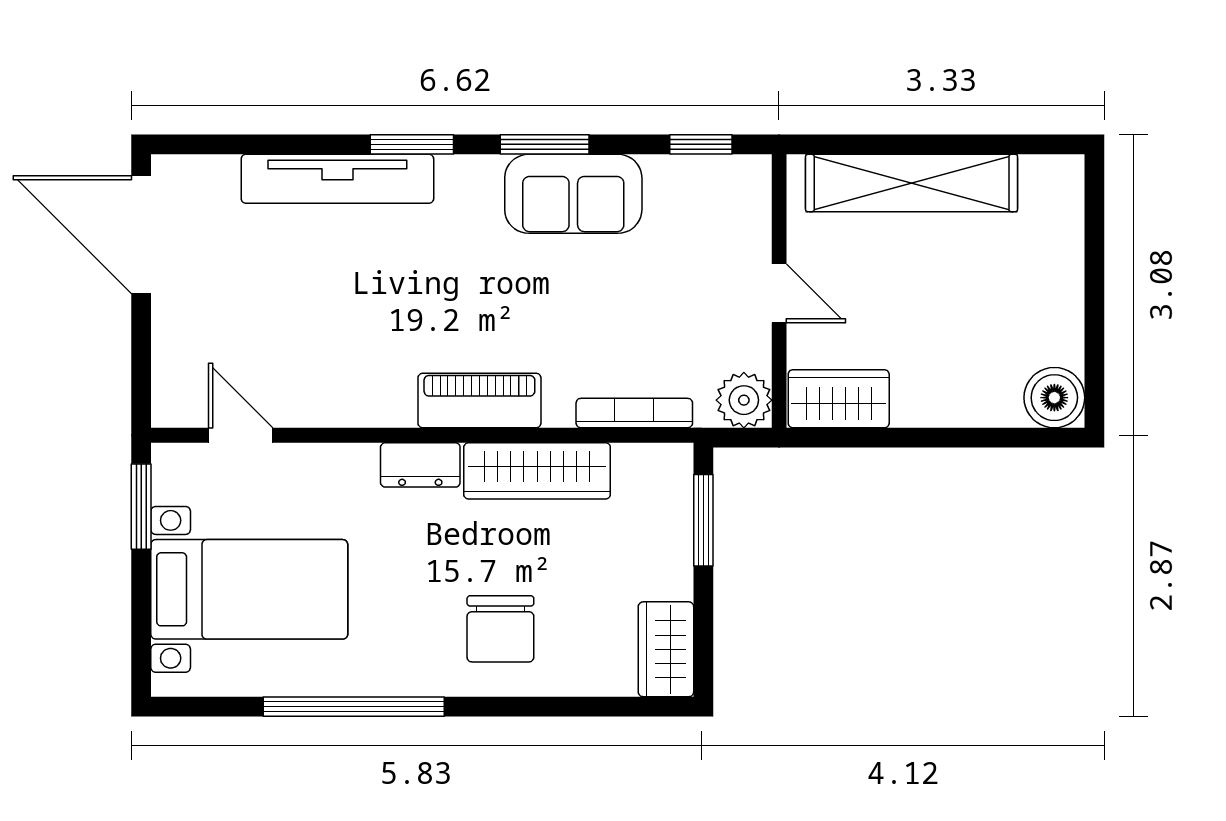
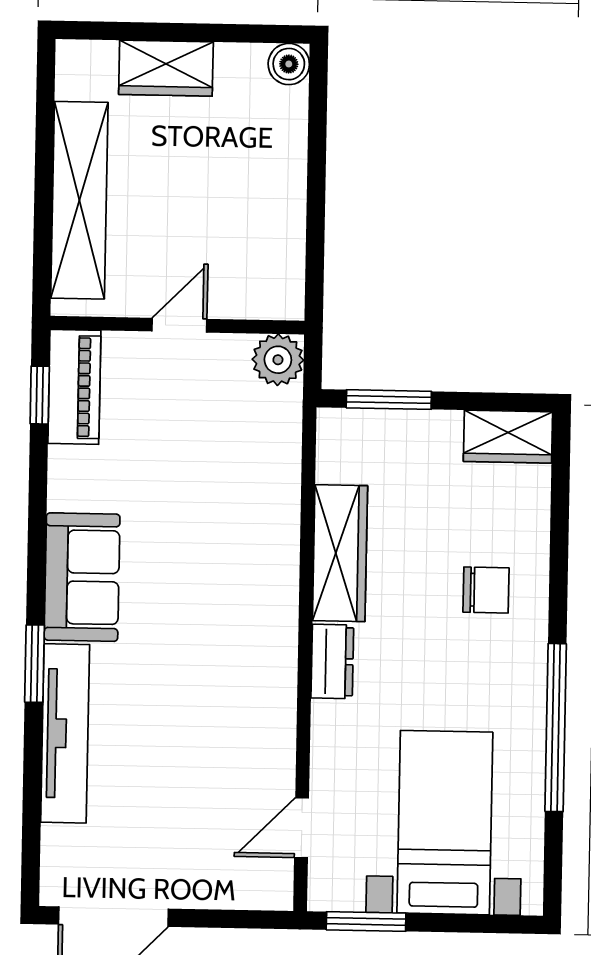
window: (545, 144) -> (37, 540), removed
sofa: (573, 194) -> (82, 577), moved
boiler: (1054, 398) -> (289, 64), width x0.73, depth x0.73
wardrobe: (839, 399) -> (166, 68), moved, turned -90
piano: (479, 401) -> (74, 387), moved, turned 180
bookcase: (634, 413) -> (288, 462), removed
chair: (500, 629) -> (486, 590), width x0.73, depth x0.73

